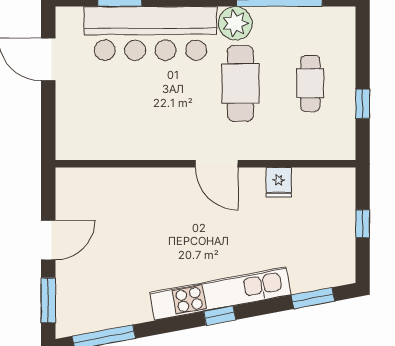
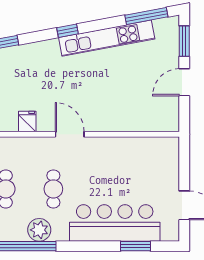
plant: (235, 23) -> (39, 230), moved
cafe table: (240, 83) -> (53, 189), width x0.73, depth x0.74
kitchen unit: (220, 294) -> (107, 38), moved

